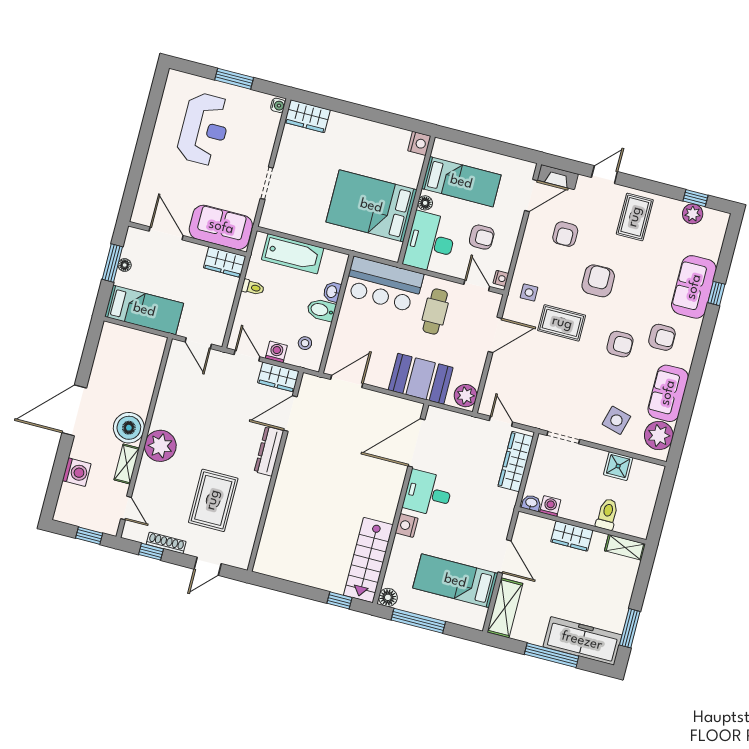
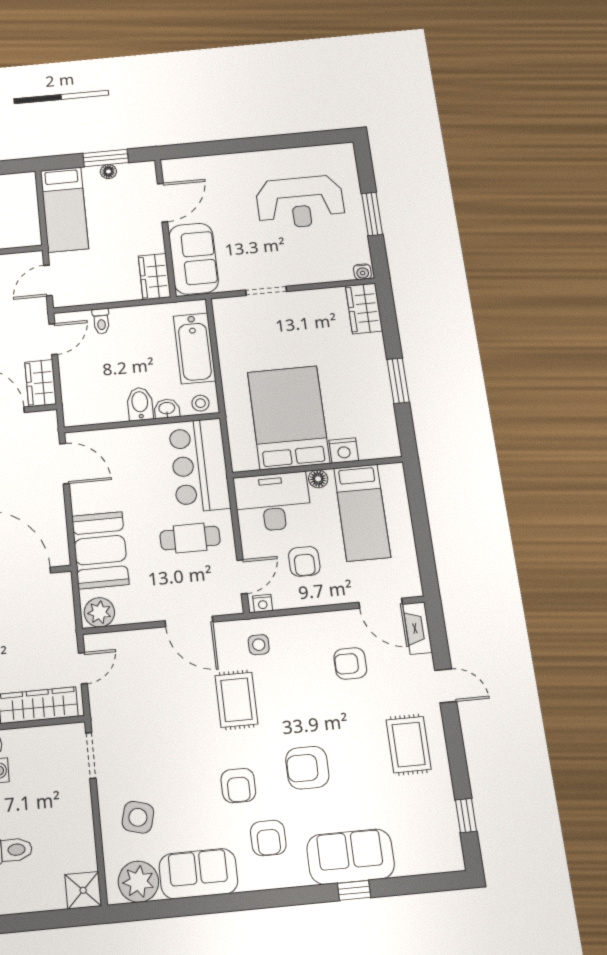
window: (373, 115) -> (398, 381), added
nightstand: (419, 143) -> (344, 451), moved
plant: (693, 214) -> (444, 819), removed
rug: (635, 217) -> (409, 745), turned 90
armchair: (598, 281) -> (307, 768), moved, turned 180
toilet: (253, 287) -> (101, 321), moved
stool: (305, 343) -> (200, 403), moved
washing machine: (276, 352) -> (70, 371), removed
shower: (618, 466) -> (83, 890), moved

